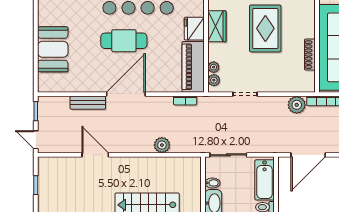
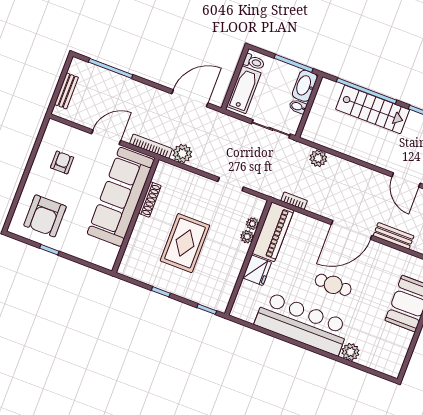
wardrobe: (217, 26) -> (233, 264), removed
cafe table: (124, 41) -> (333, 285), width x0.73, depth x0.74
plant: (214, 80) -> (247, 237), moved
plant: (162, 145) -> (318, 158), moved

